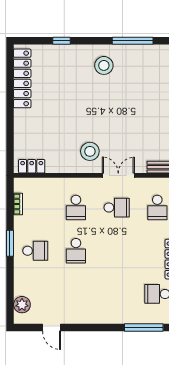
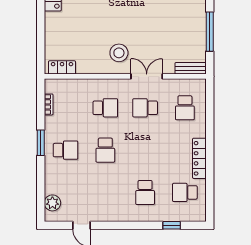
school desk: (76, 208) -> (105, 108), turned -90
school desk: (117, 208) -> (145, 108), turned 180
school desk: (117, 294) -> (145, 192), added
window: (144, 328) -> (172, 225), width x0.46

